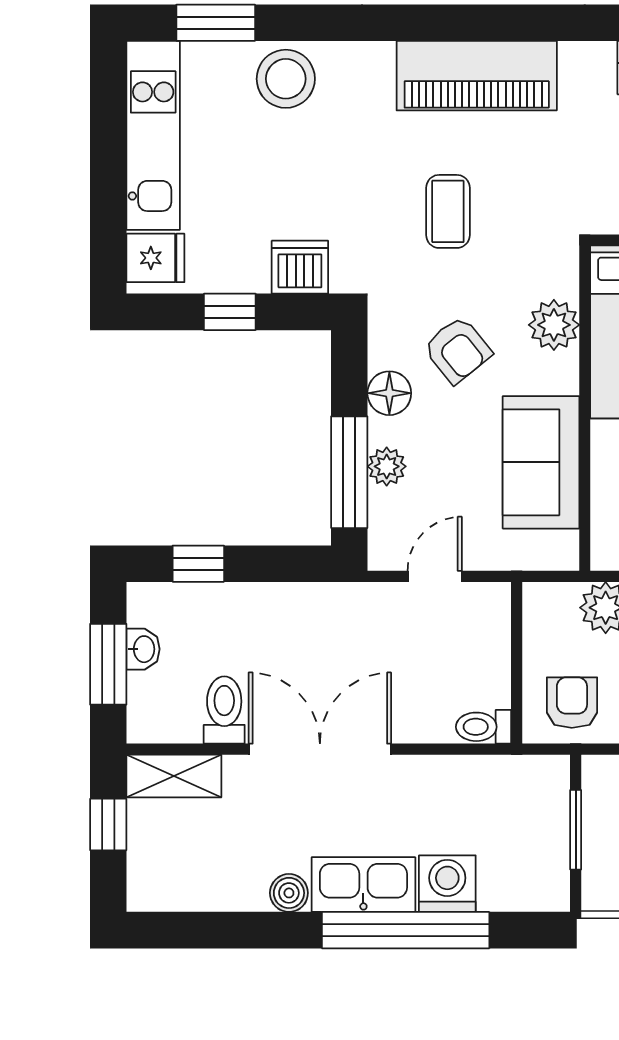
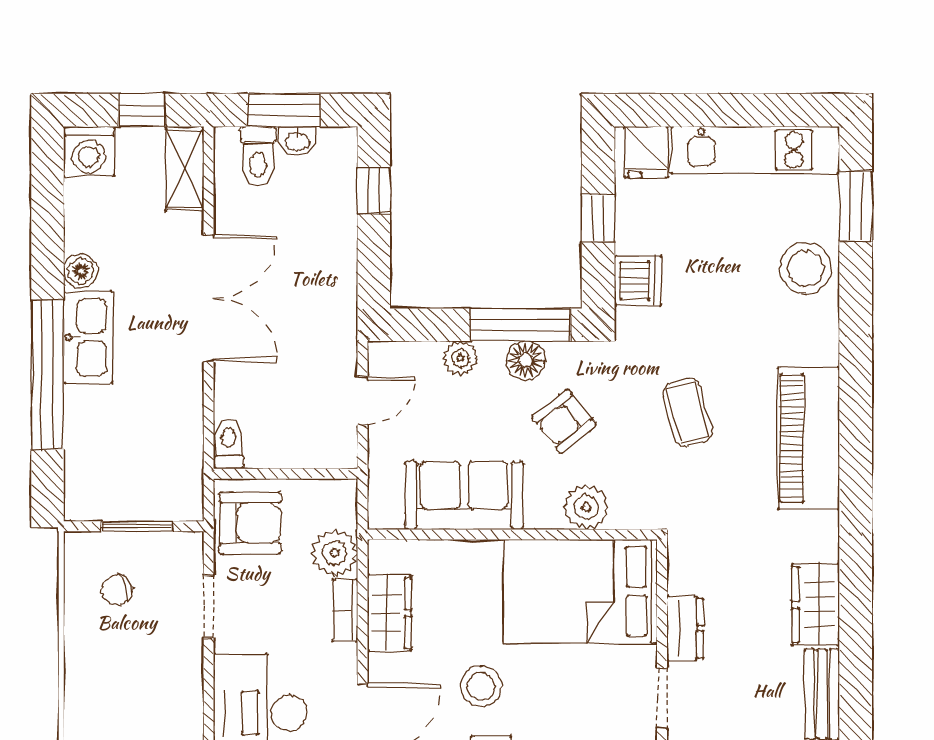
coffee table: (448, 211) -> (688, 413), turned 75
window: (349, 472) -> (520, 325), moved
door: (435, 576) -> (362, 401), hinge flipped
armchair: (572, 703) -> (250, 523), width x1.38, depth x1.38
toilet: (224, 710) -> (258, 156), moved, turned 90
washing machine: (447, 884) -> (89, 152), moved, turned 90

